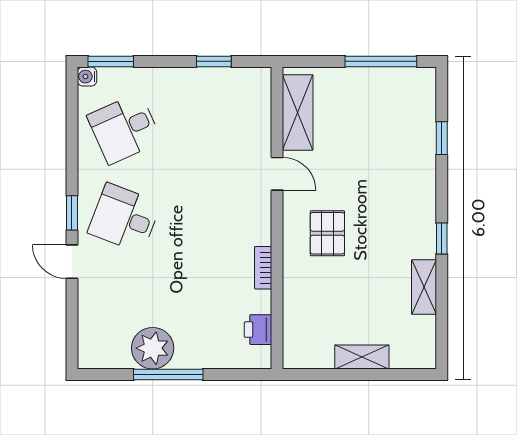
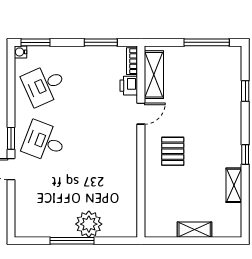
window: (214, 61) -> (101, 42), width x1.50
door: (277, 174) -> (141, 114), hinge flipped
bookcase: (263, 268) -> (132, 61), moved
printer: (258, 330) -> (129, 86), moved
plant: (153, 348) -> (89, 224), moved

